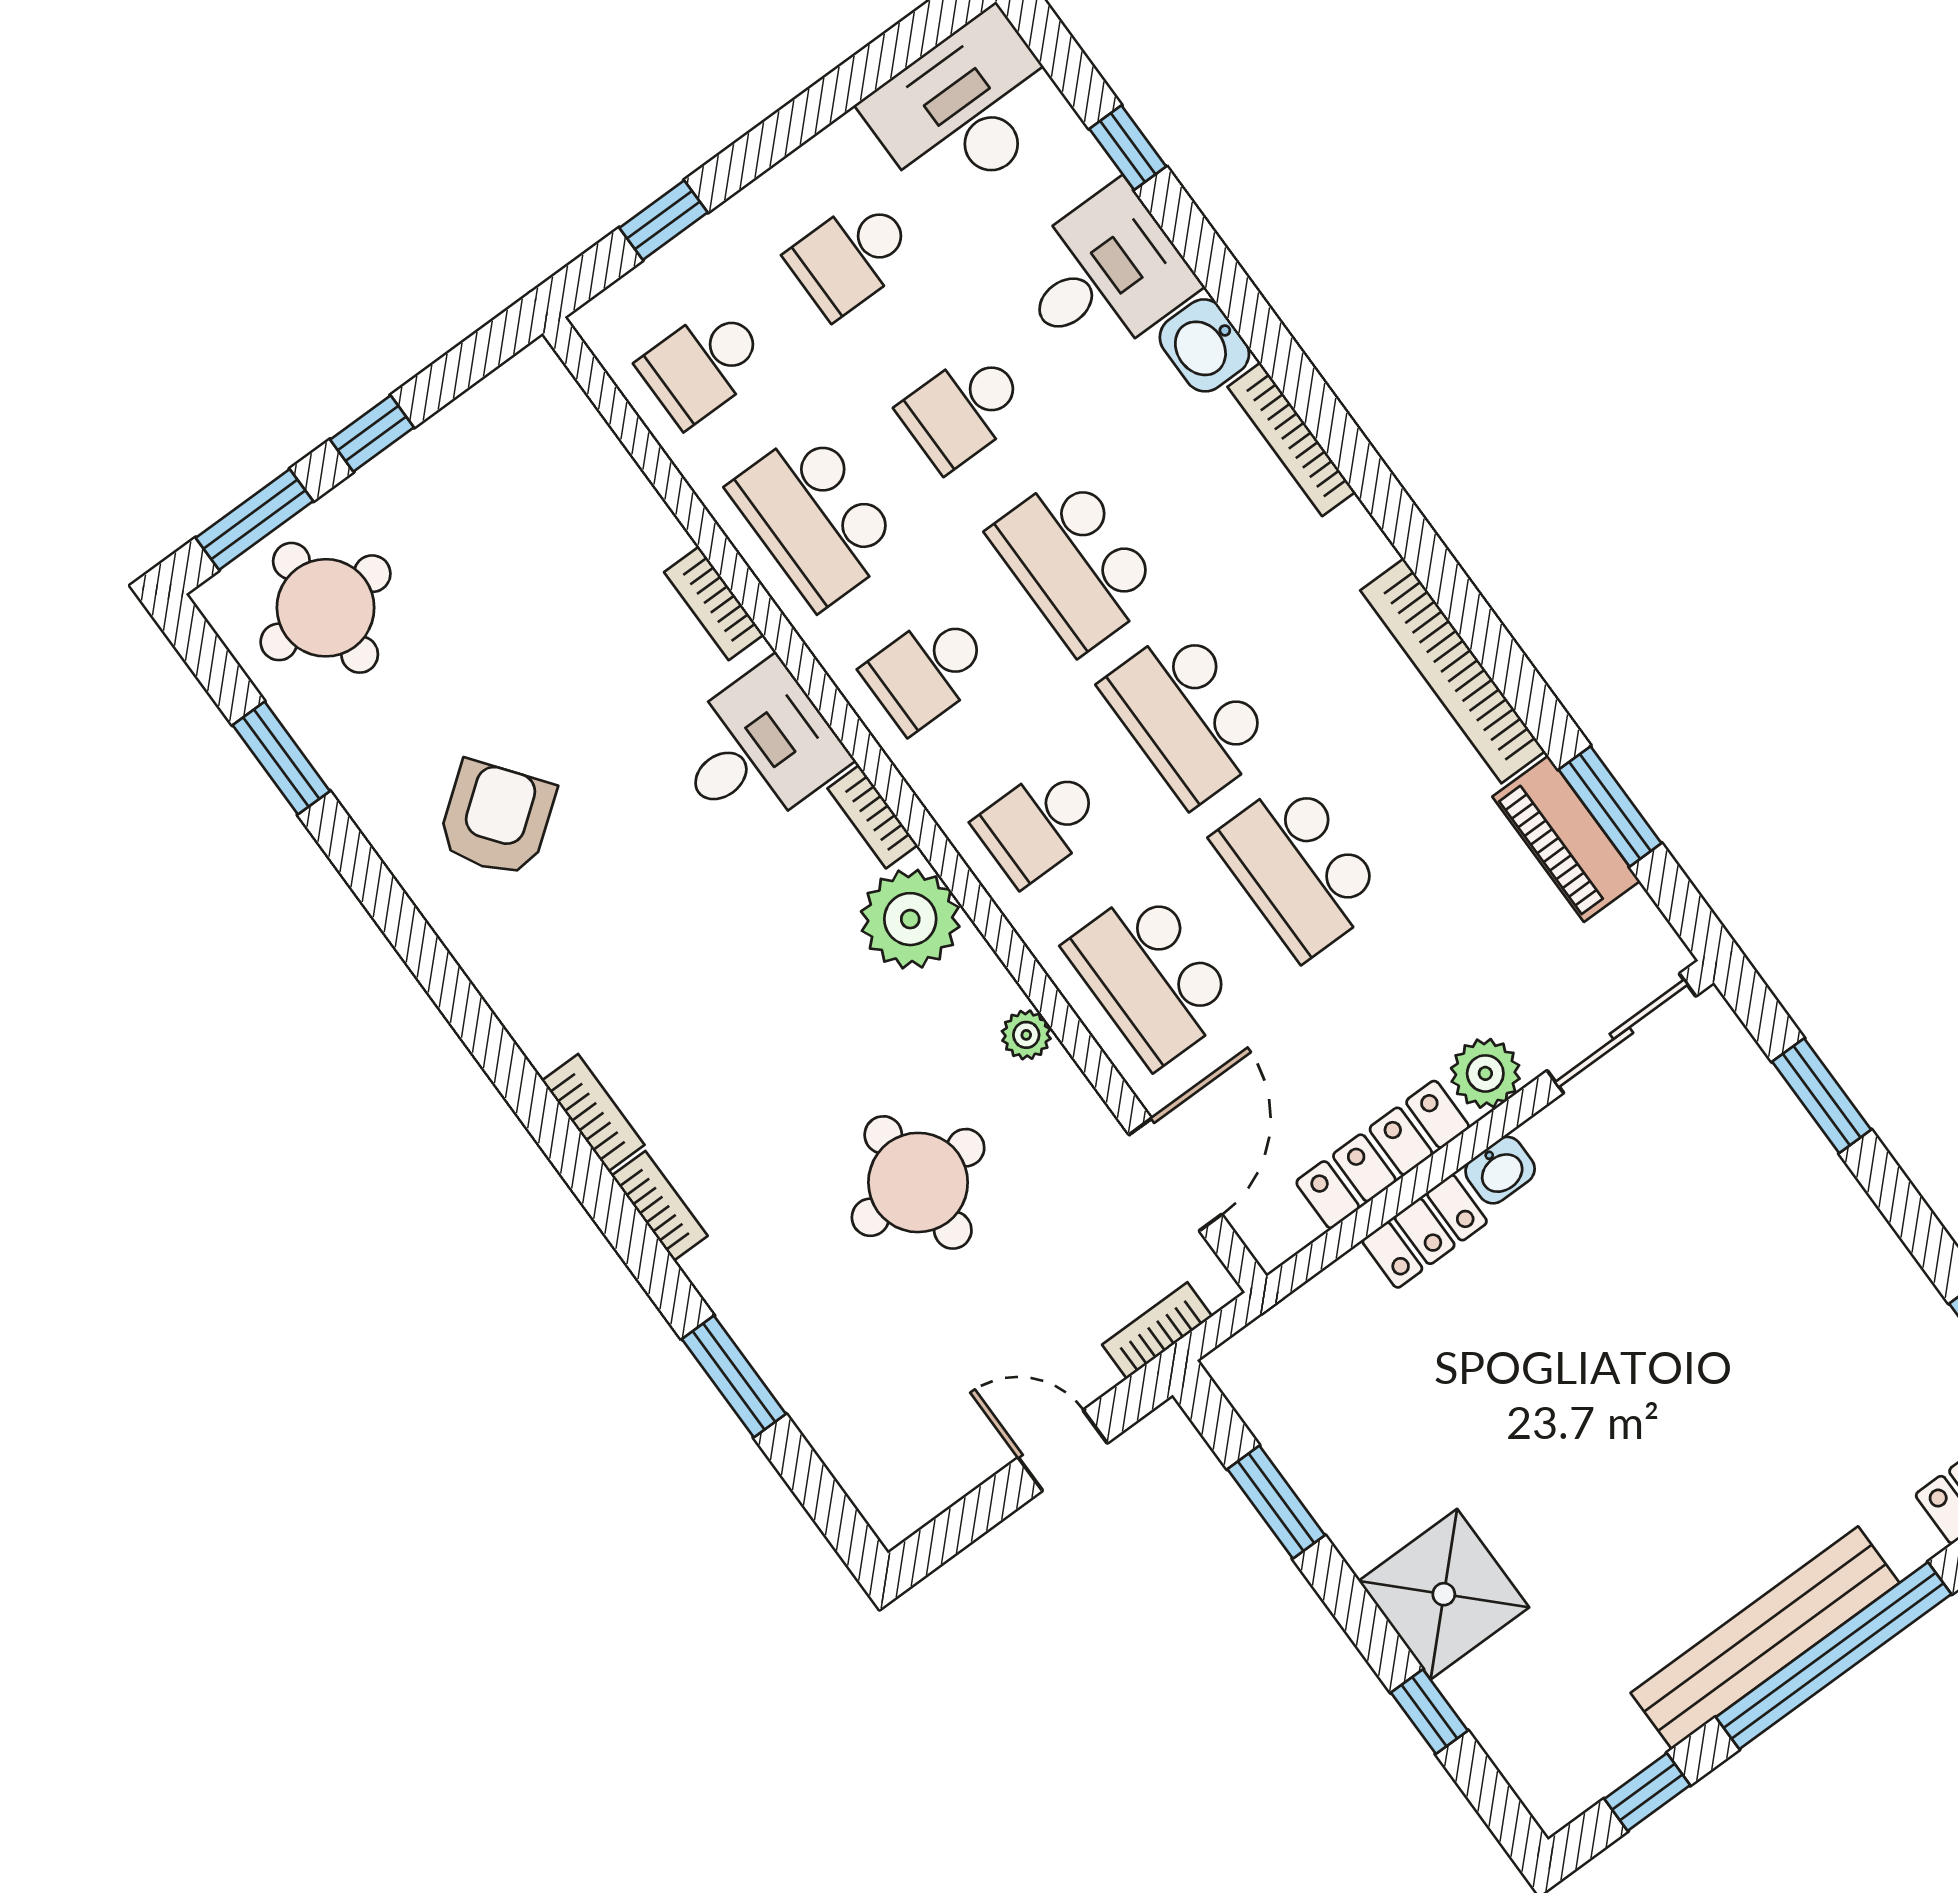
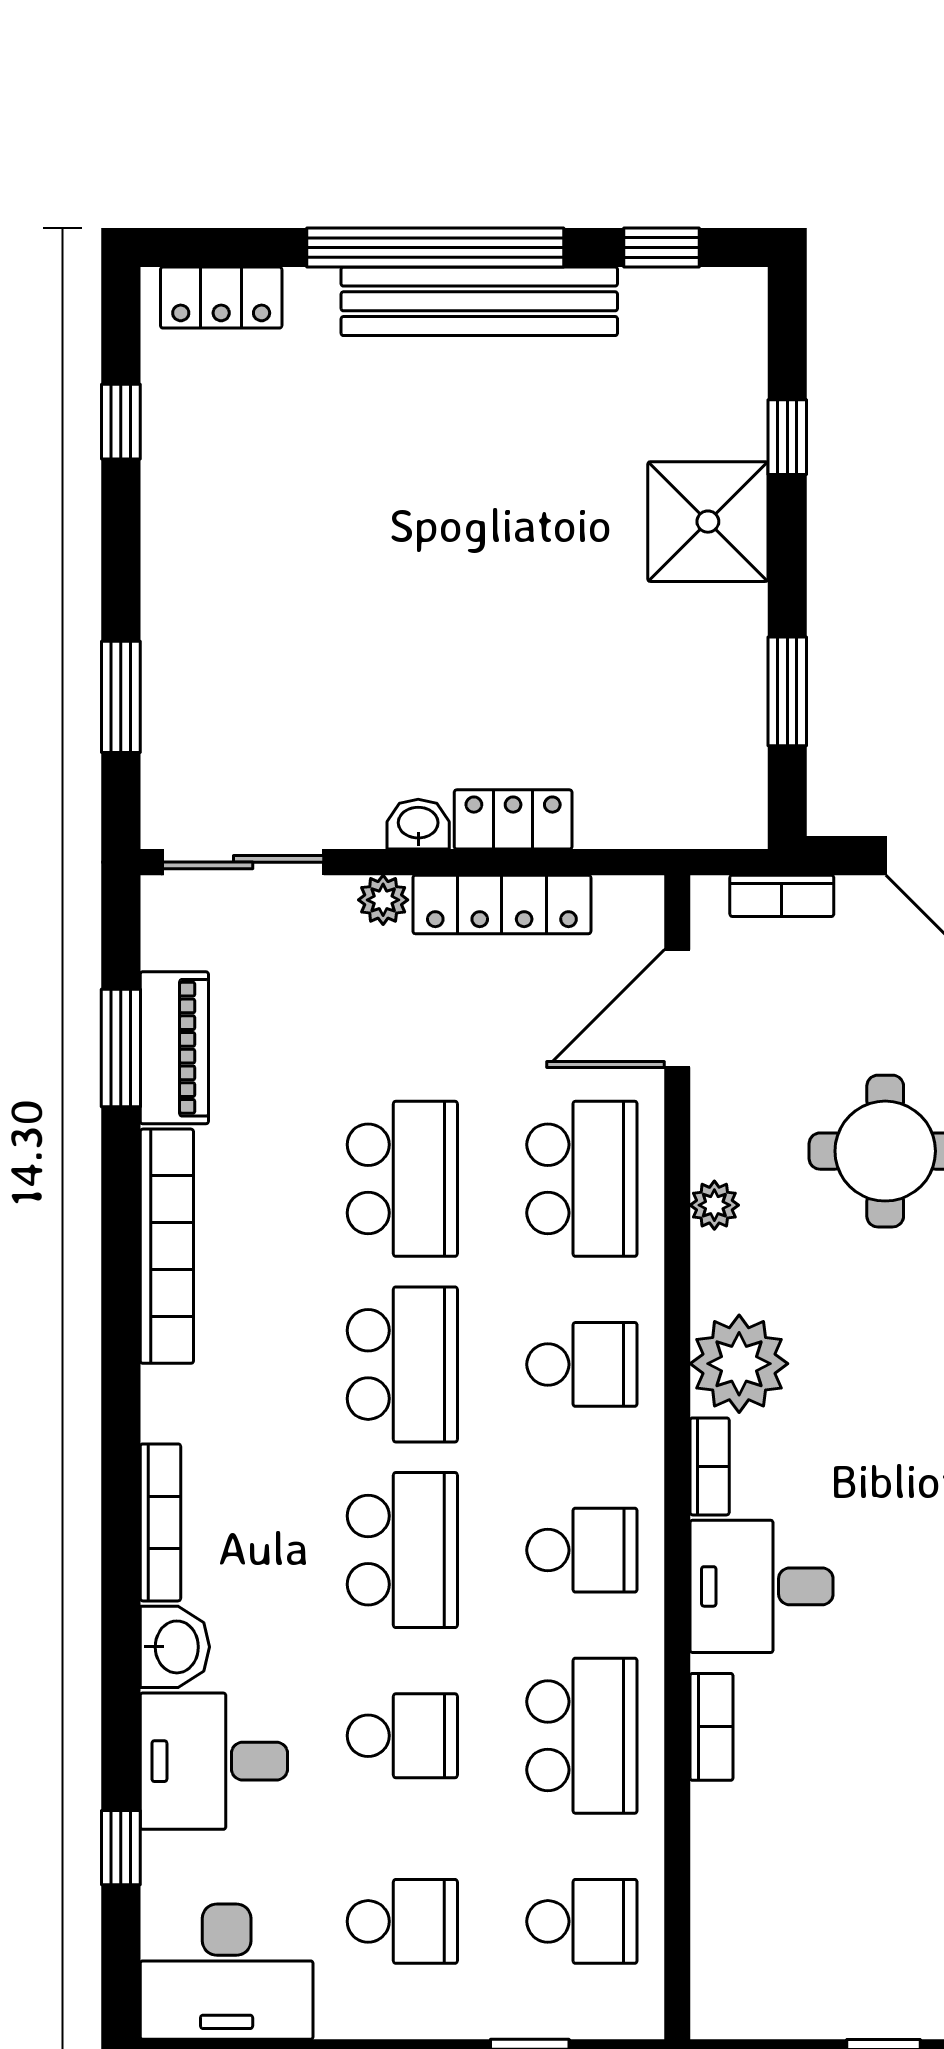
plant: (1485, 1073) -> (383, 900), width x0.73, depth x0.73

